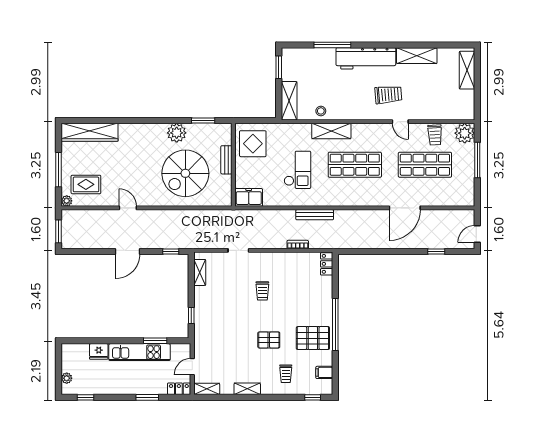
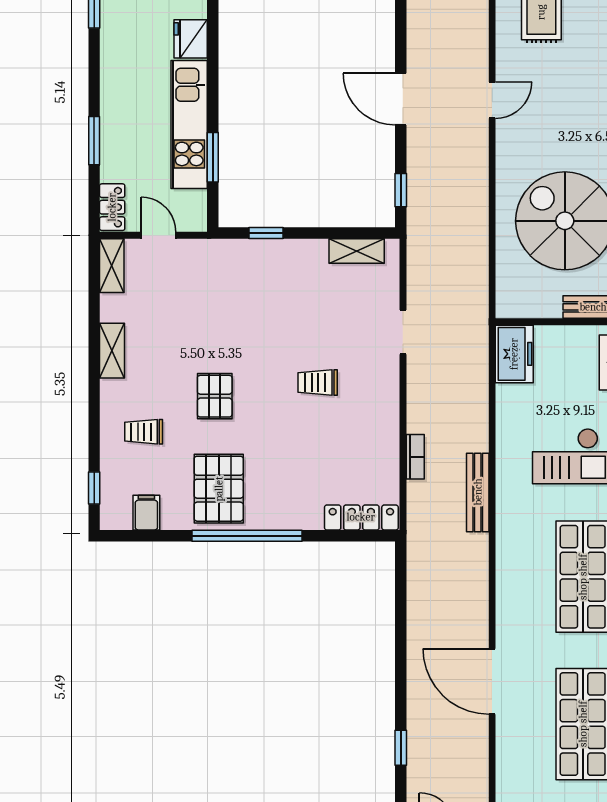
locker: (327, 264) -> (361, 517), width x1.53

